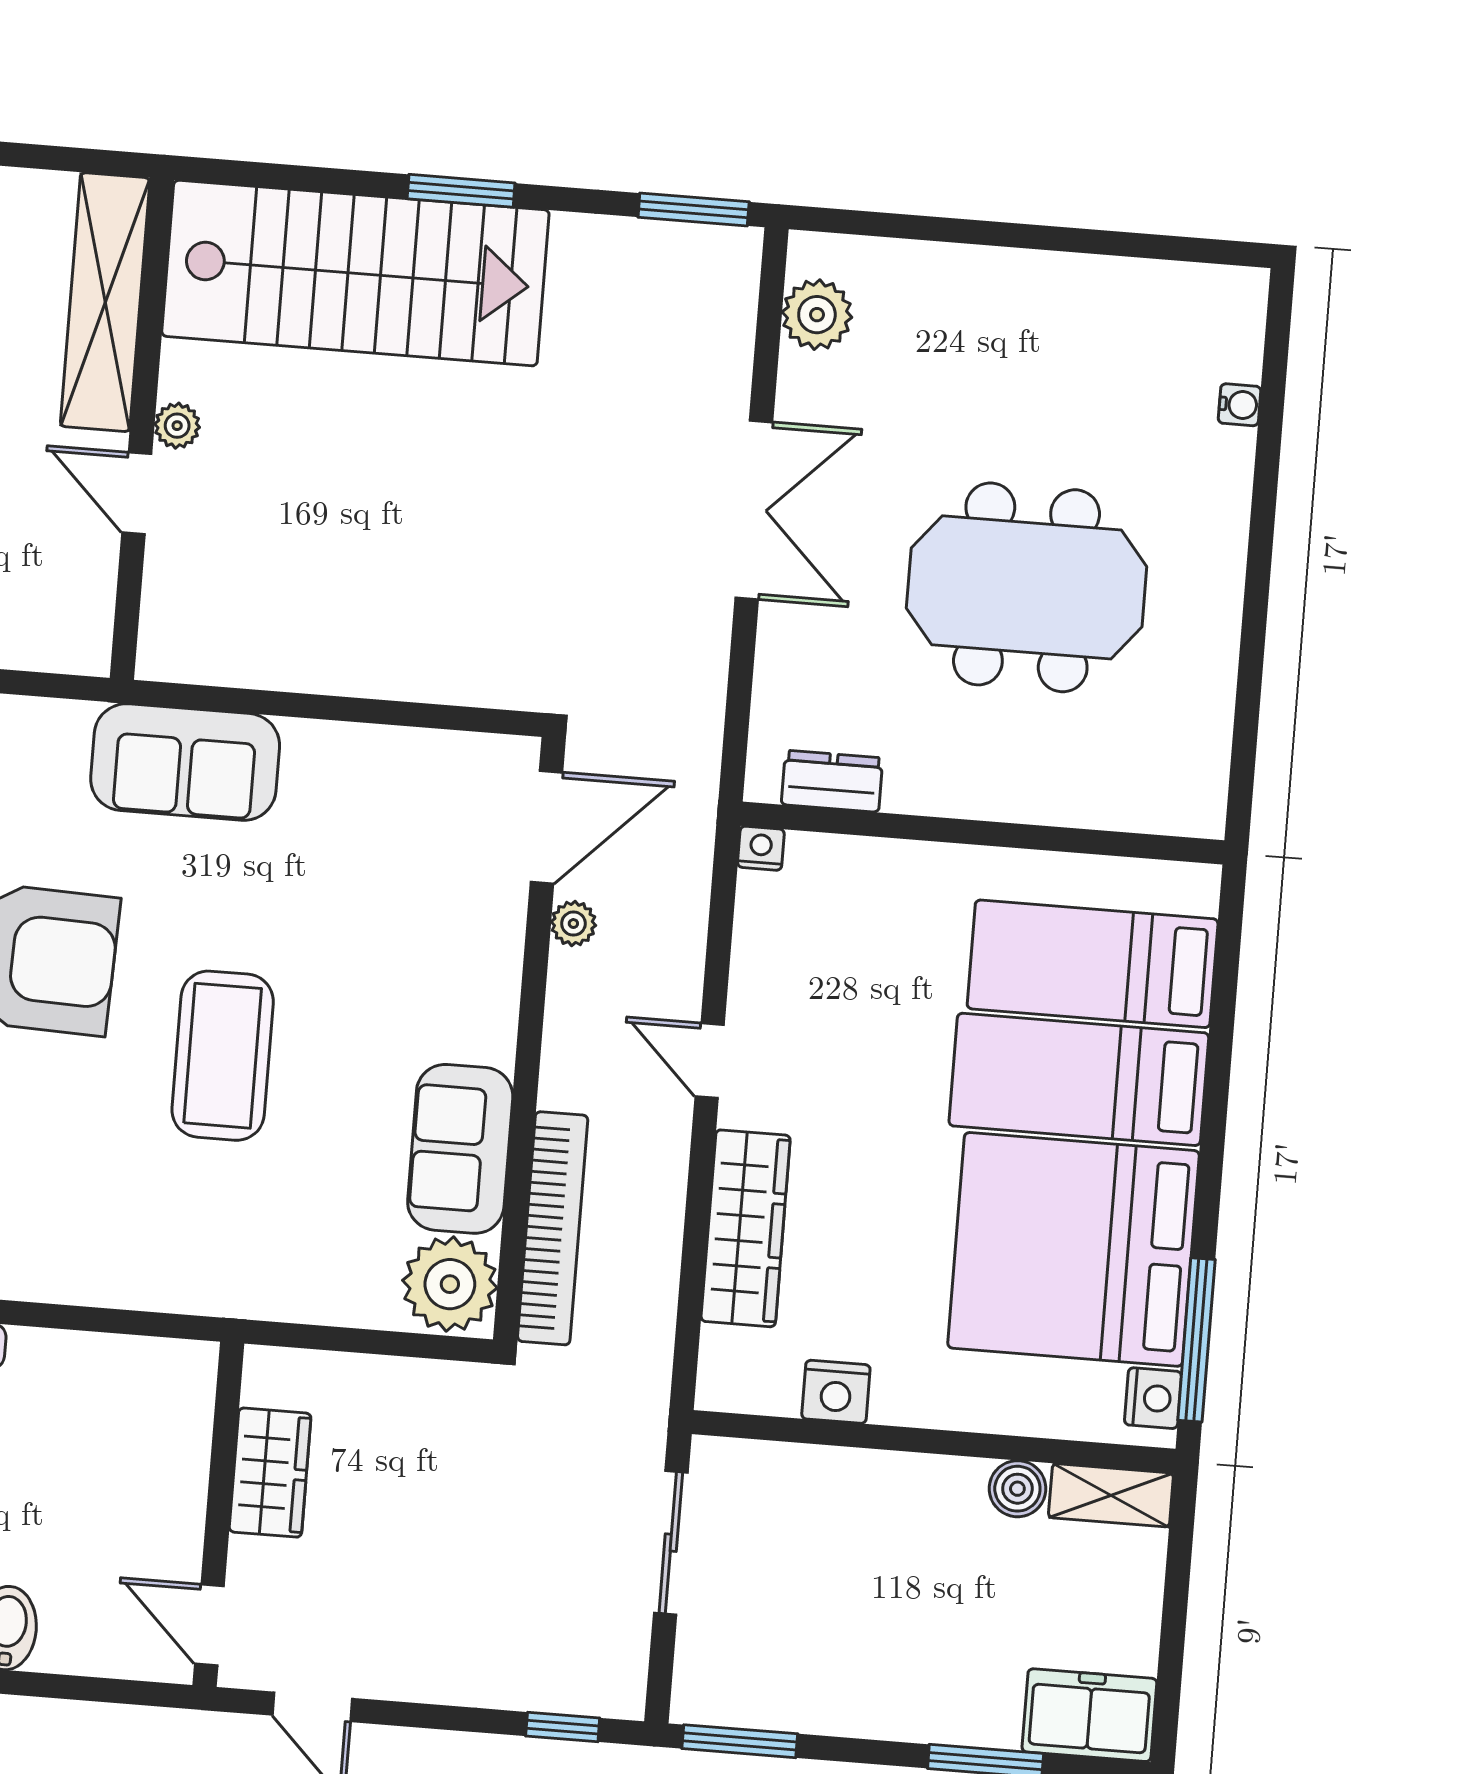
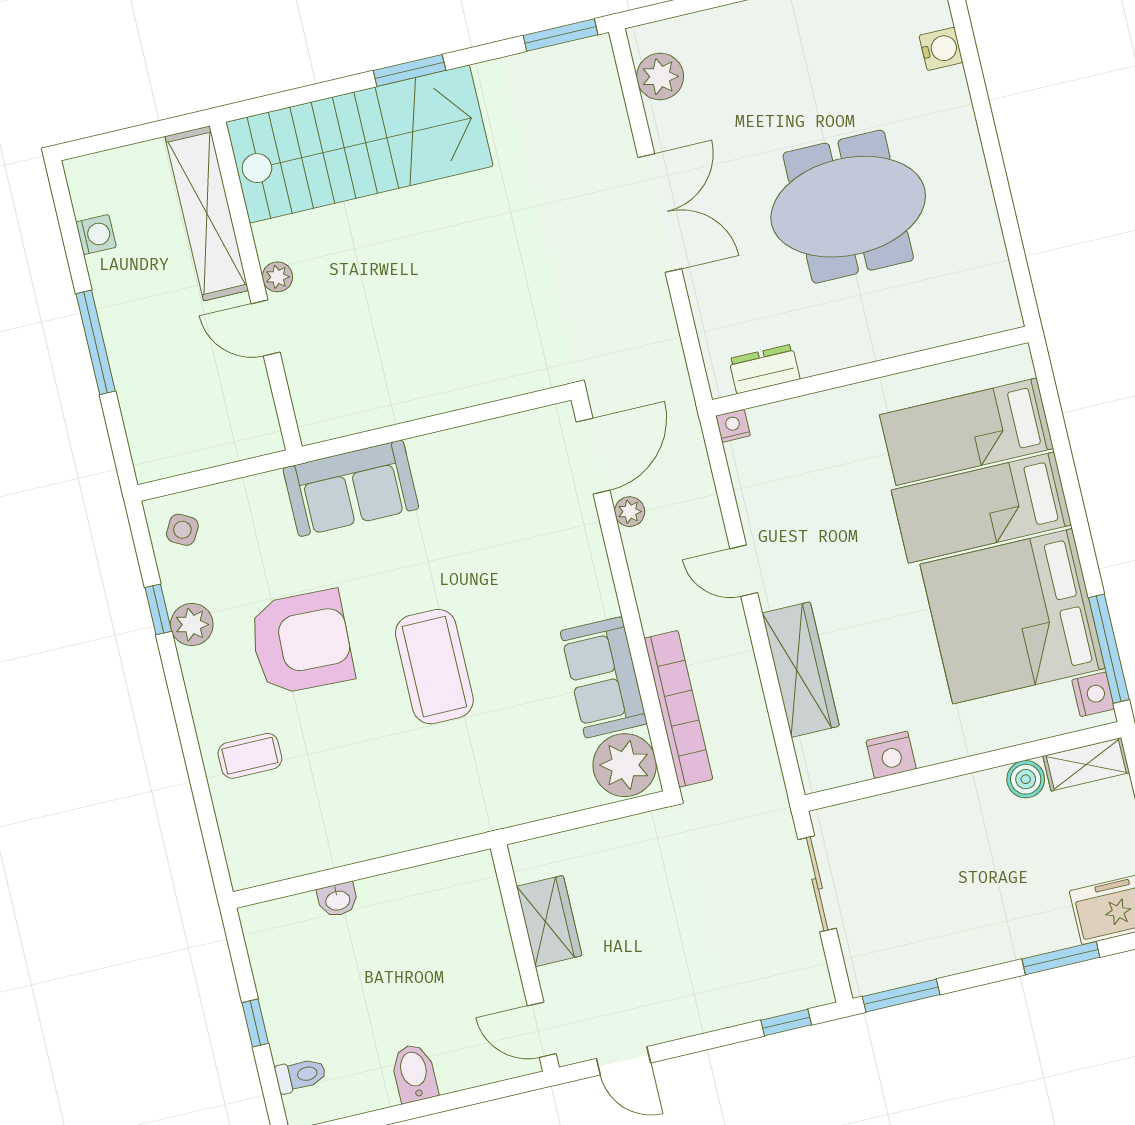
water cooler: (1240, 405) -> (941, 49), width x1.38, depth x1.38

